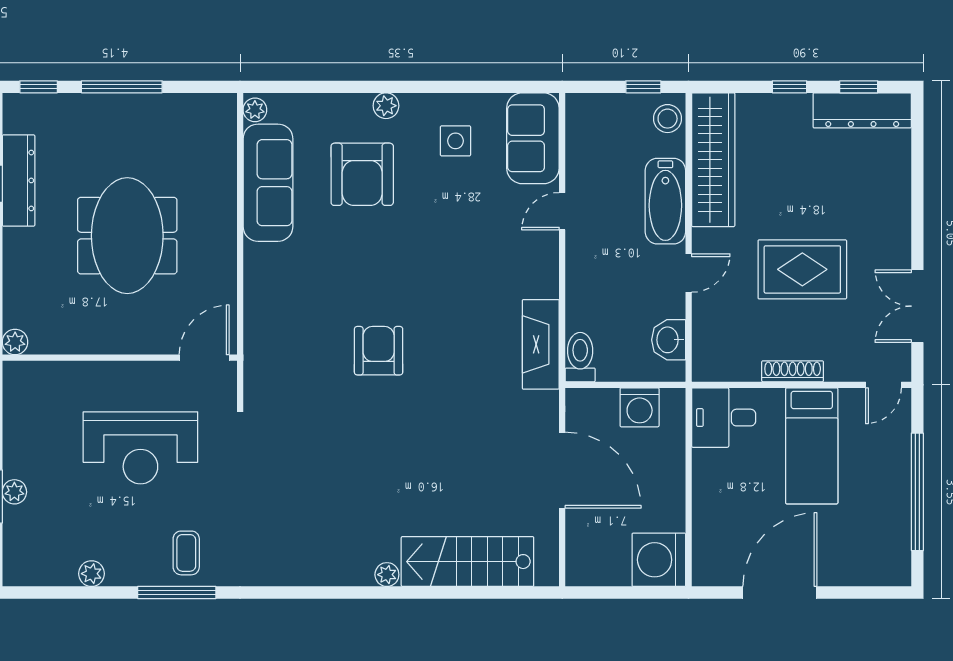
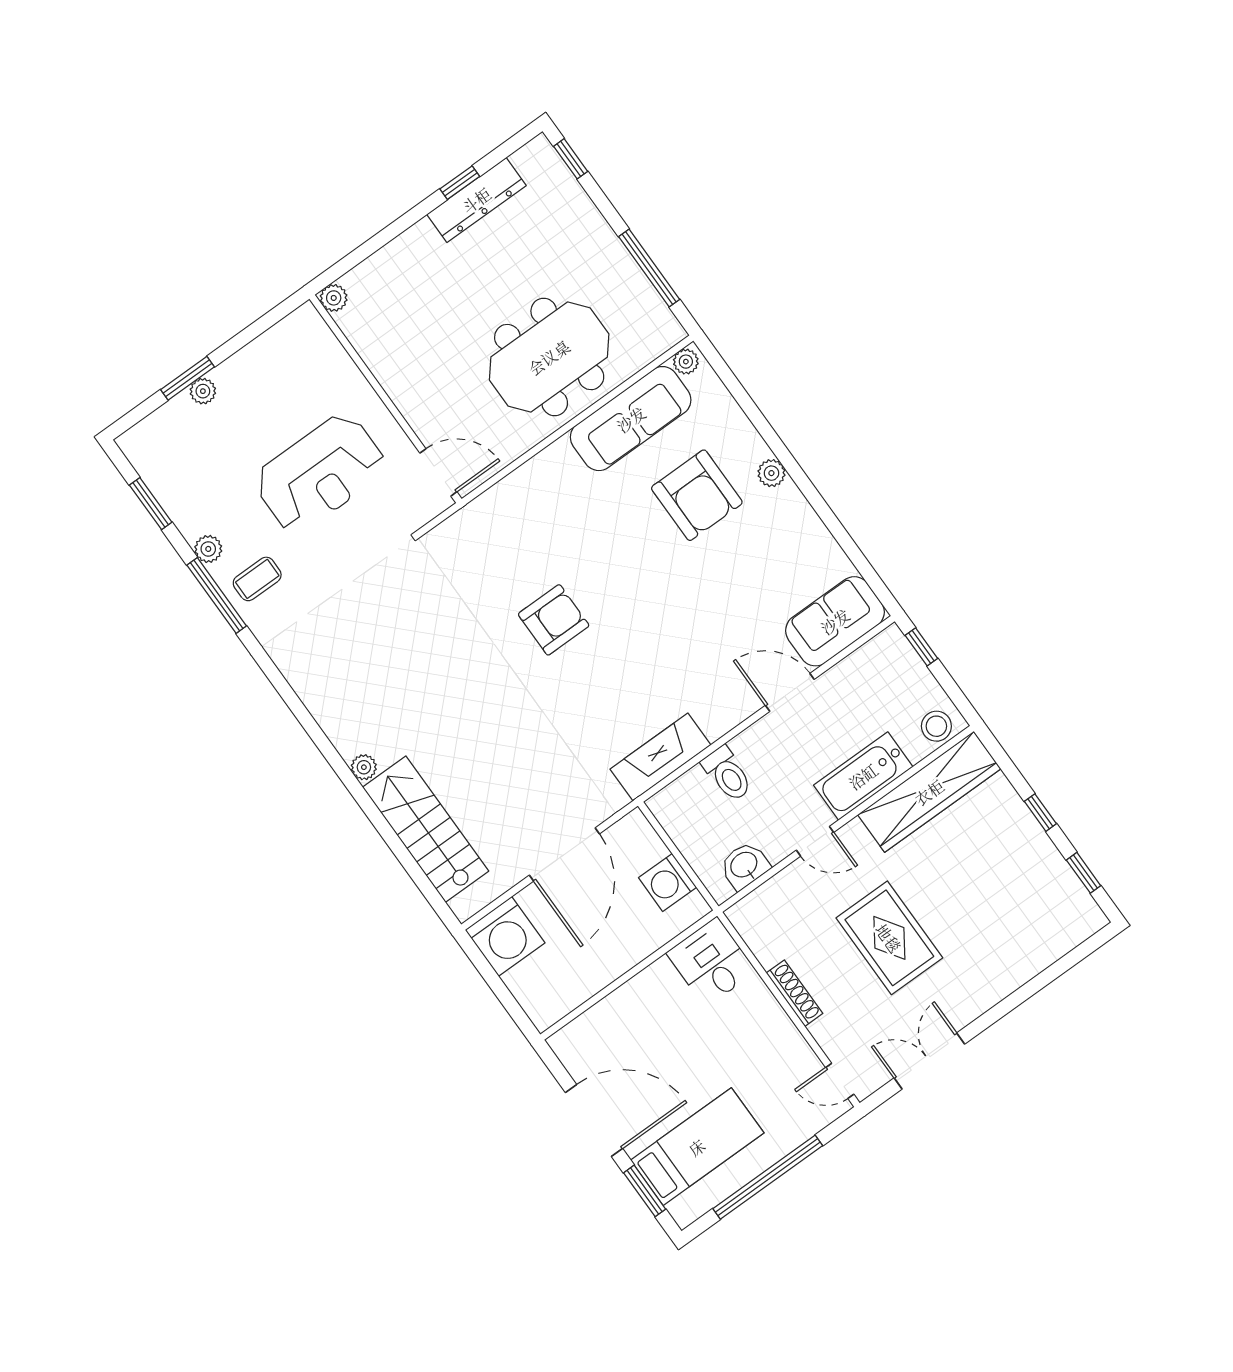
window: (122, 87) -> (649, 268), moved
window: (643, 87) -> (921, 647), moved
dresser: (862, 110) -> (1065, 891), removed
side table: (455, 141) -> (784, 556), removed
armchair: (362, 174) -> (697, 495), turned -90
door: (562, 211) -> (790, 692), width x1.38
meeting table: (127, 236) -> (549, 357), moved
toilet: (580, 357) -> (727, 774), moved, turned 90
bed: (812, 446) -> (697, 1147), moved, turned 180
reception desk: (140, 448) -> (320, 473), turned -90
washing machine: (659, 560) -> (505, 936), moved, turned 180
plant: (92, 574) -> (208, 549), moved
window: (71, 593) -> (151, 504), added
window: (861, 593) -> (645, 1191), added

